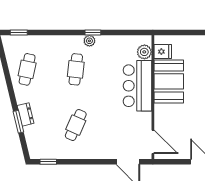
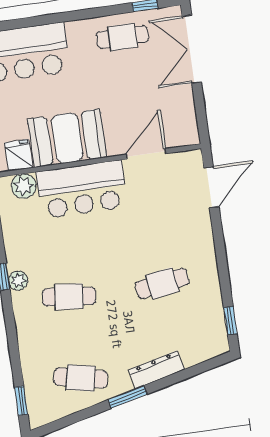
dresser: (26, 114) -> (156, 370), width x1.44
window: (18, 122) -> (128, 397), moved
cafe table: (76, 125) -> (162, 283), turned -33
door: (153, 142) -> (146, 154), moved

